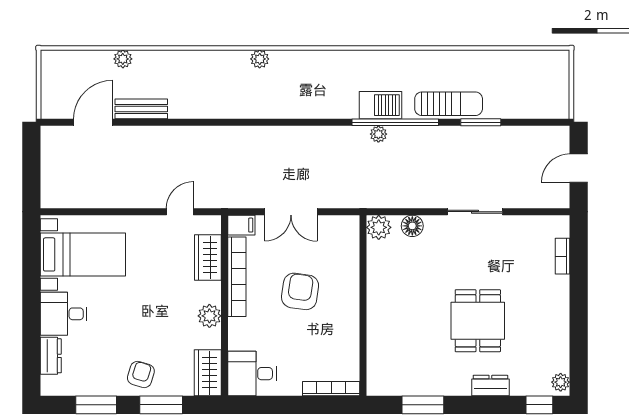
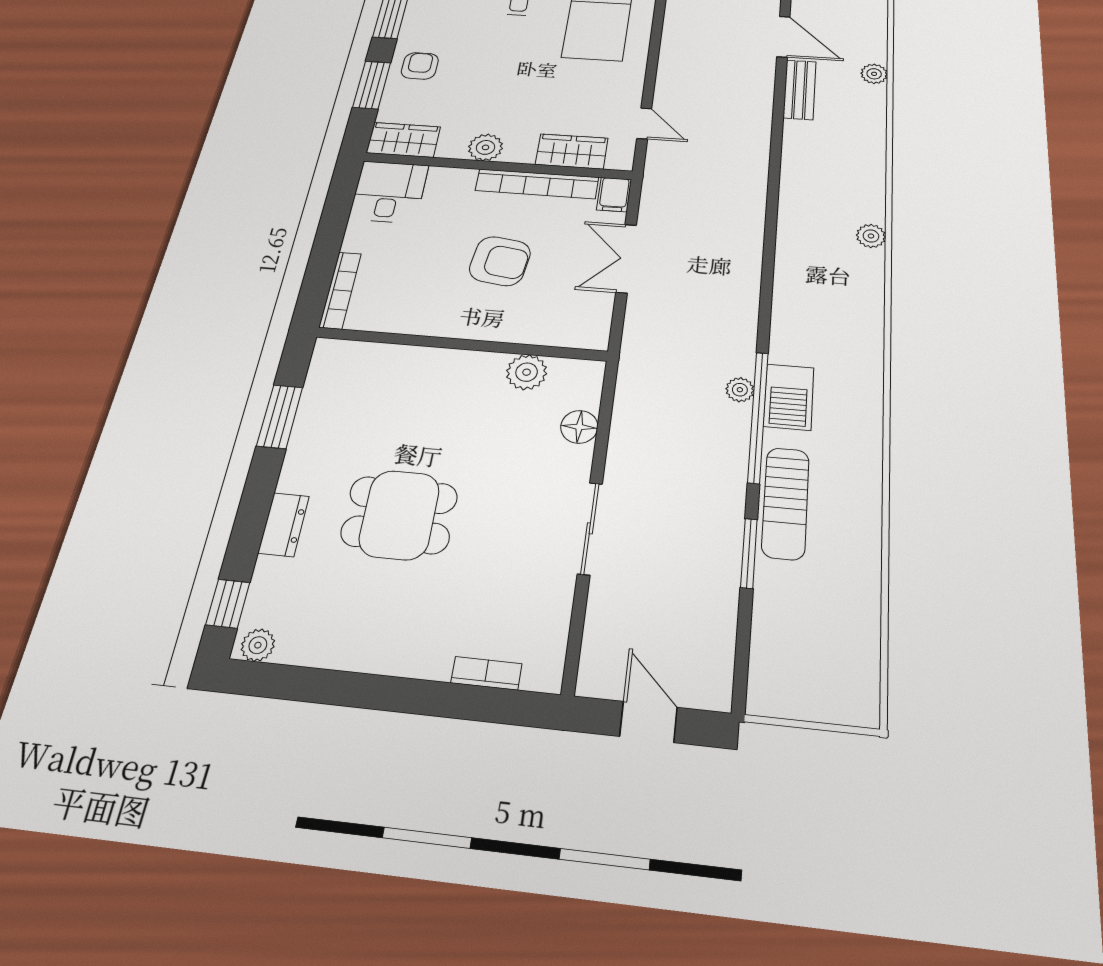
plant: (379, 227) -> (527, 372), moved
armchair: (141, 374) -> (420, 66), turned -107

